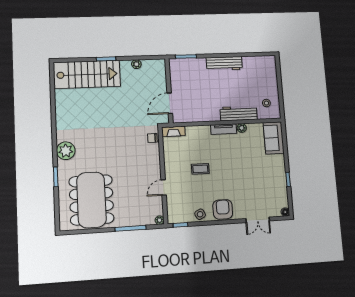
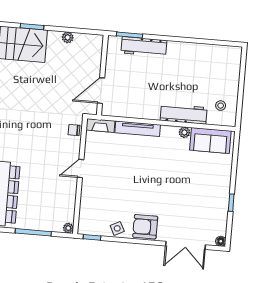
workbench: (224, 63) -> (144, 47), moved
tv unit: (224, 129) -> (138, 129), moved, width x1.41
sofa: (274, 138) -> (210, 140), moved, turned -90
coffee table: (200, 169) -> (126, 175), removed
door: (164, 187) -> (81, 168), moved
armchair: (223, 209) -> (145, 227), turned -90
double door: (258, 220) -> (186, 245), width x1.37

